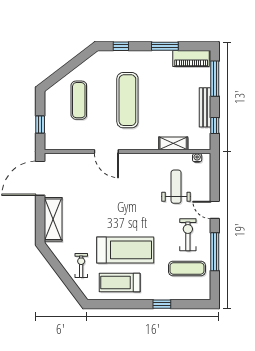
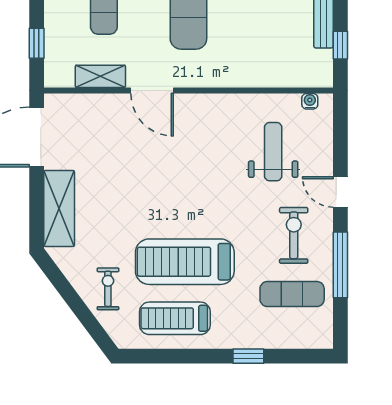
shelving: (173, 143) -> (100, 76), moved
treadmill: (125, 250) -> (185, 262), turned 180

